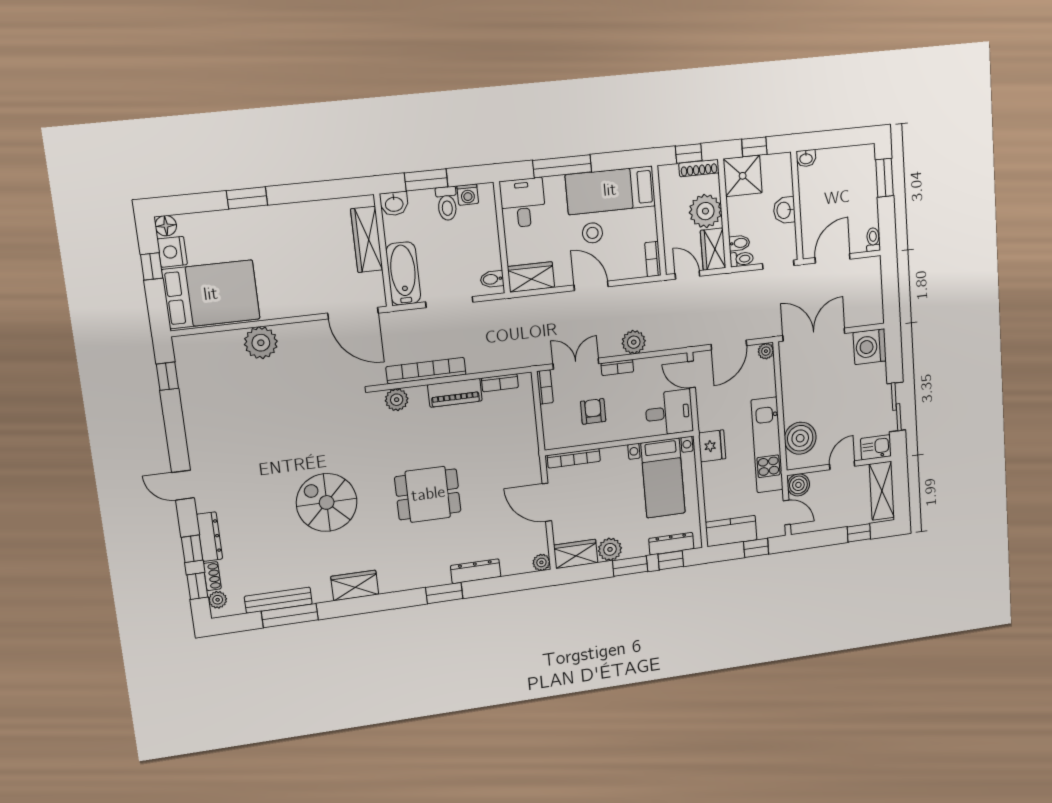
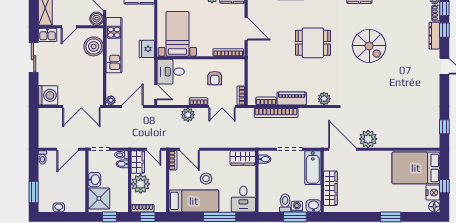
washbasin: (806, 158) -> (59, 207), moved
shower: (743, 176) -> (99, 199), moved
washing machine: (468, 195) -> (297, 207), moved
door: (591, 286) -> (190, 149), moved
plant: (261, 343) -> (368, 139), moved
bookcase: (426, 371) -> (276, 113), moved

